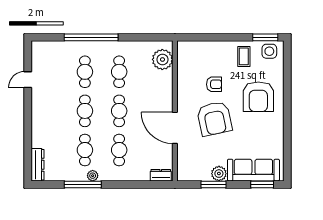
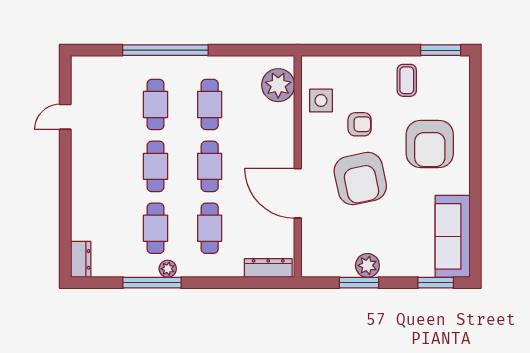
side table: (269, 51) -> (321, 101), moved
dresser: (38, 165) -> (81, 259), width x0.70
sofa: (253, 170) -> (453, 236), moved, turned -90
dresser: (161, 175) -> (268, 268), width x1.44

